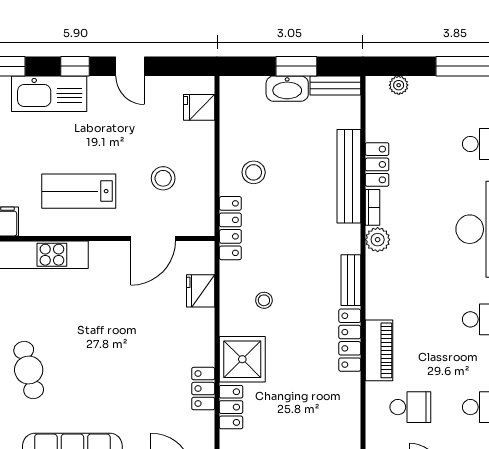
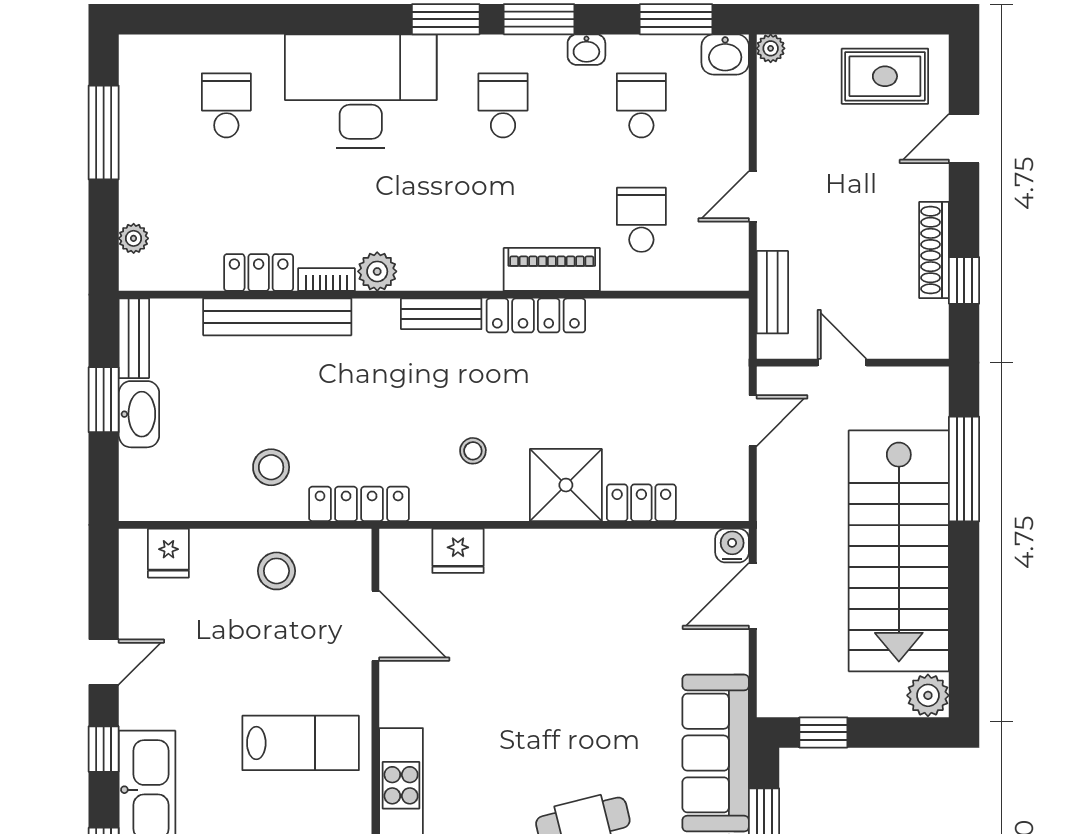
stool: (163, 178) -> (276, 571), moved
lab bench: (79, 191) -> (301, 743), turned -90
locker: (203, 389) -> (612, 547), removed

